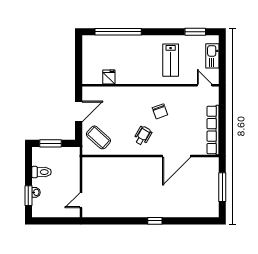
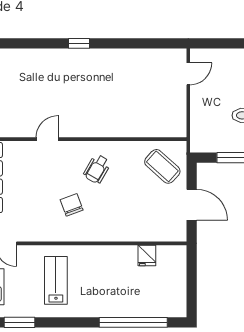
door: (79, 111) -> (192, 205), swing flipped
door: (177, 156) -> (47, 139), width x0.53

